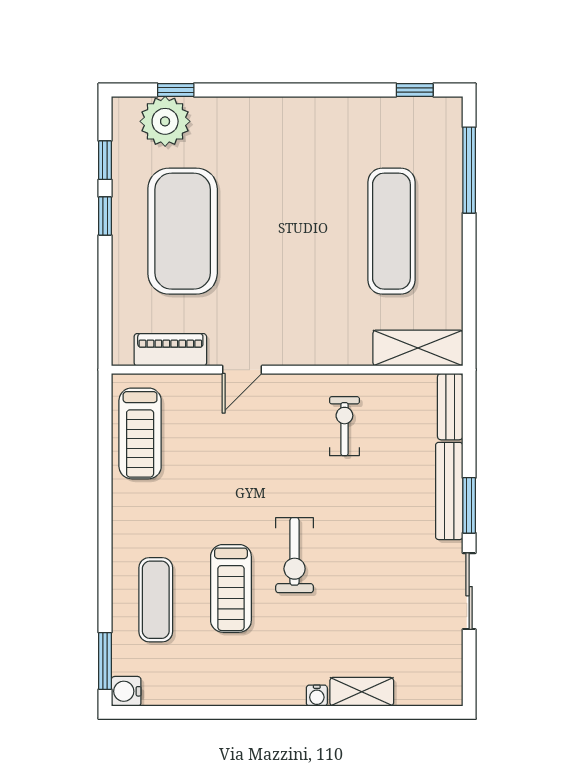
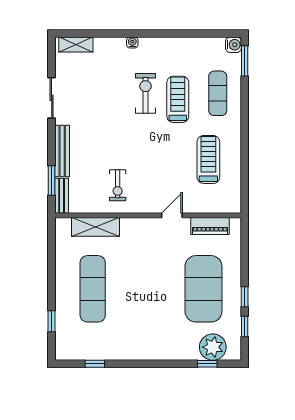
window: (415, 90) -> (95, 364), moved
window: (469, 170) -> (52, 321), width x0.46
shelving: (418, 348) -> (95, 227), moved
treadmill: (140, 433) -> (208, 159), moved
window: (469, 505) -> (52, 181), moved
exercise bike: (295, 555) -> (146, 93), moved
shelving: (362, 692) -> (76, 44), moved

